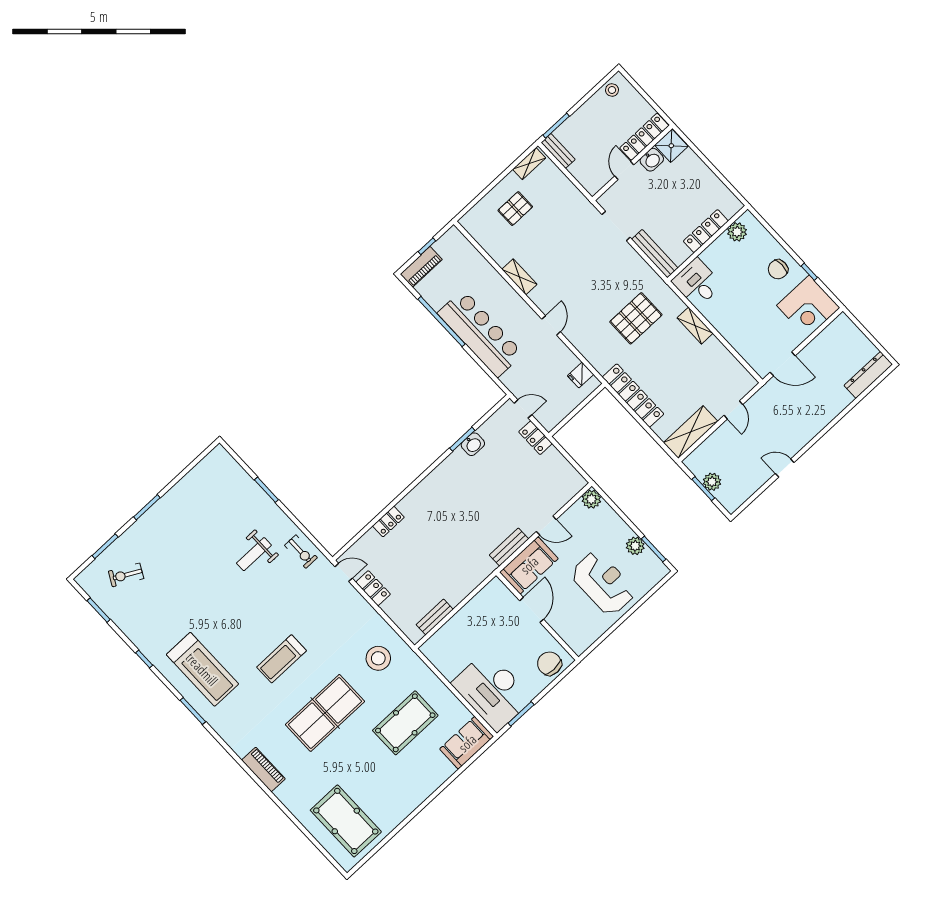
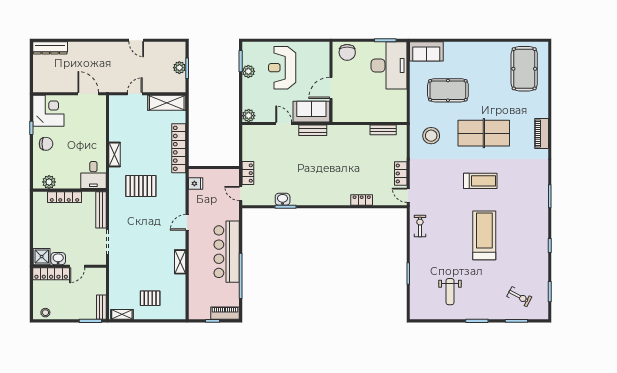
weight bench: (254, 554) -> (450, 292), moved, turned 90
treadmill: (202, 669) -> (484, 235), moved

